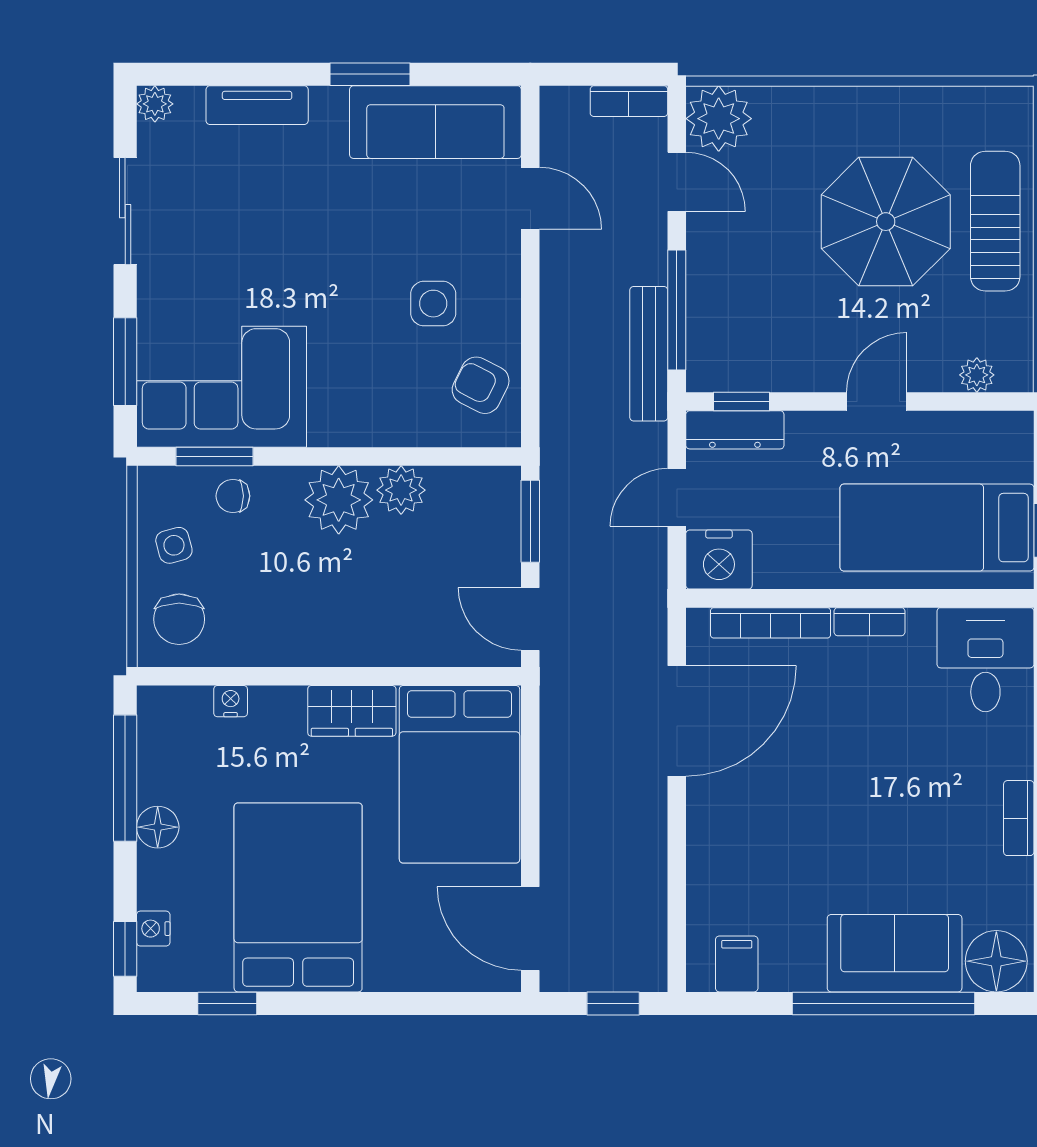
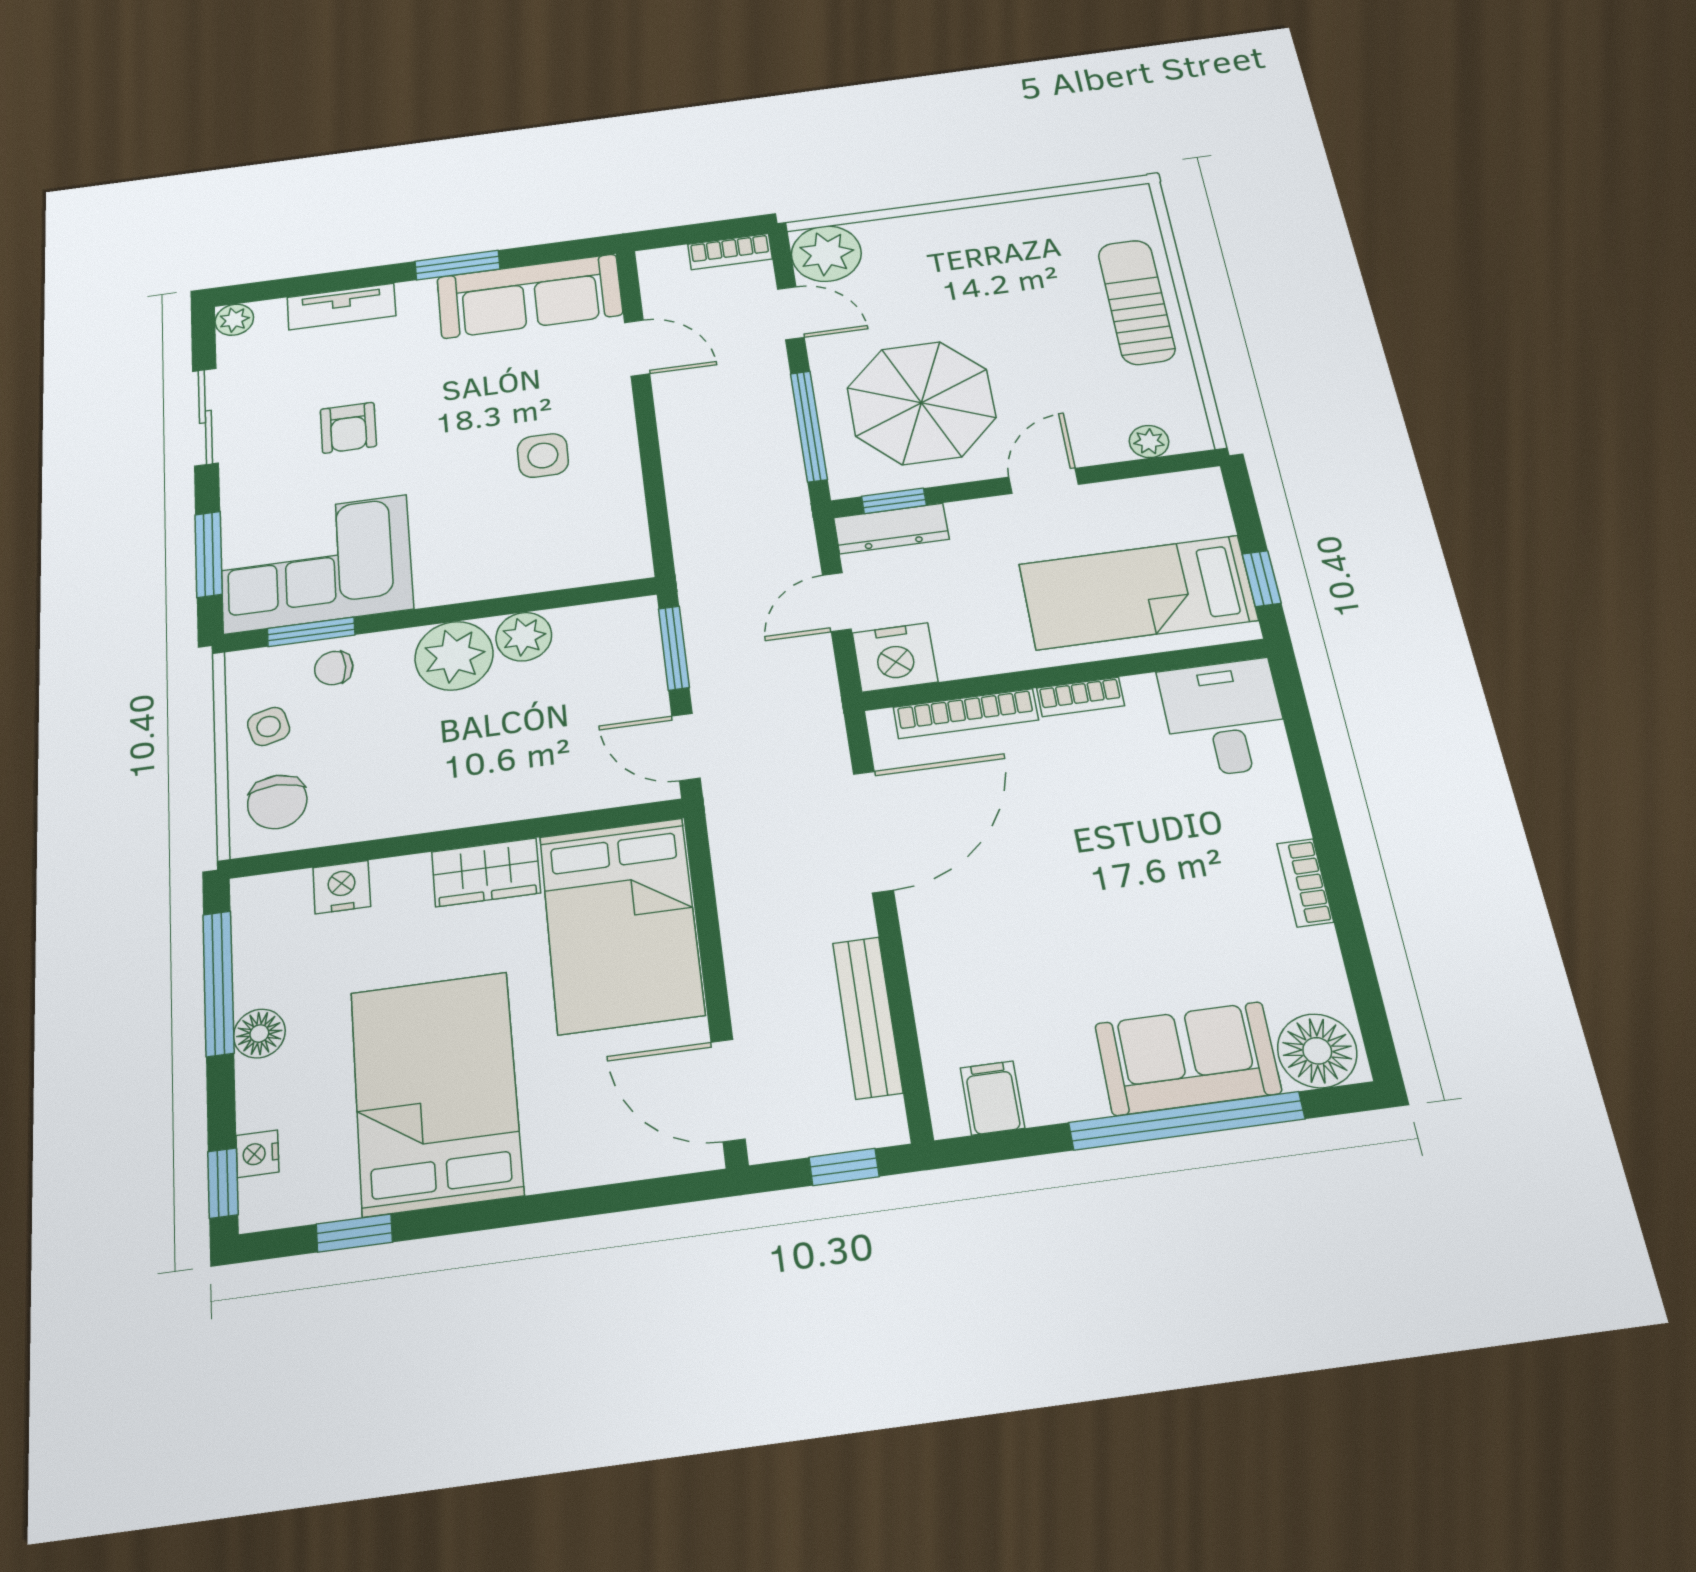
parasol: (886, 222) -> (921, 403), moved
bench: (649, 354) -> (867, 1017), moved
armchair: (481, 385) -> (348, 428), moved, turned -117
nightstand: (231, 701) -> (342, 887), width x1.39, depth x1.35

